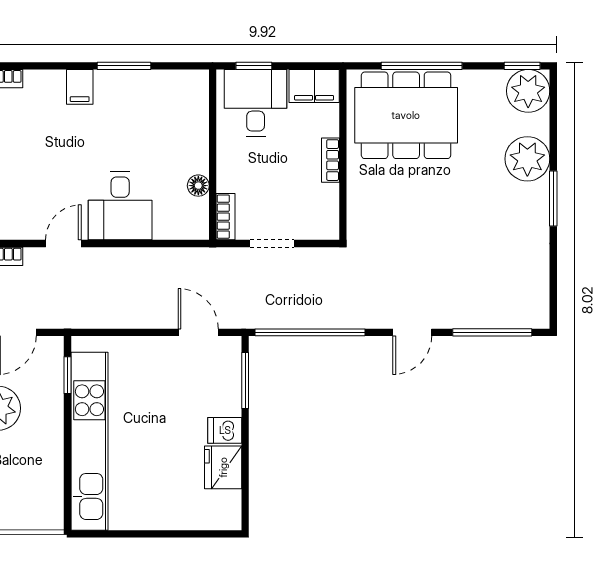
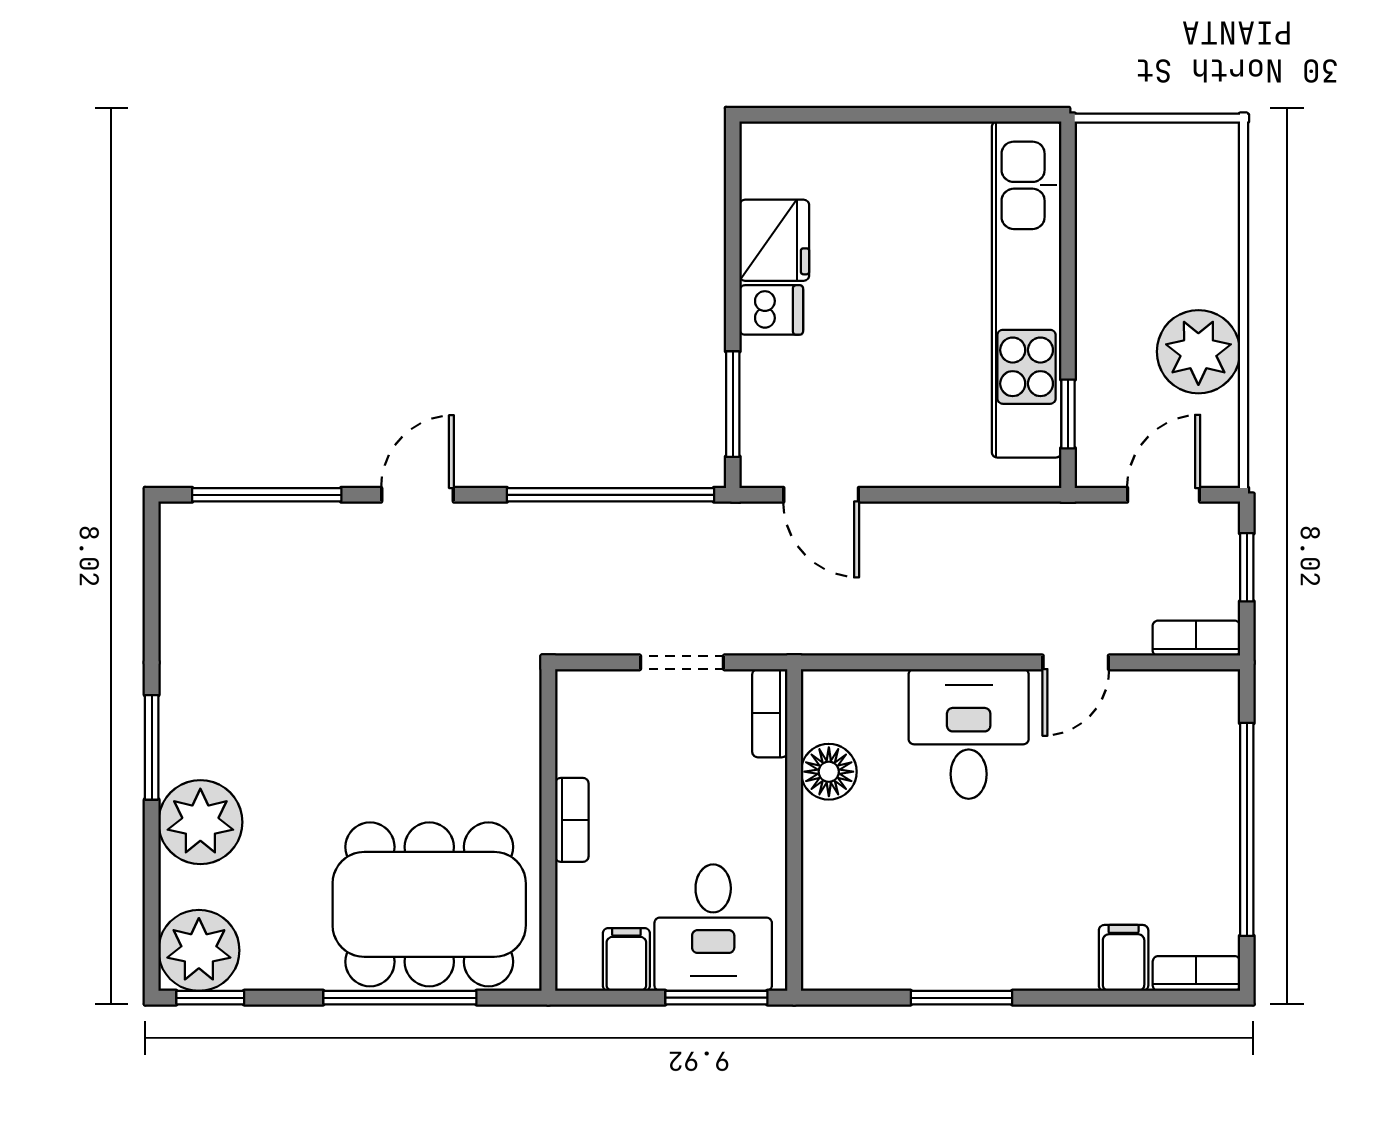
window: (254, 66) -> (716, 998), width x1.50
filing cabinet: (314, 86) -> (626, 960), width x0.50
filing cabinet: (80, 87) -> (1124, 958), moved
floor lamp: (198, 186) -> (829, 772), width x1.37, depth x1.37

